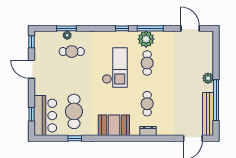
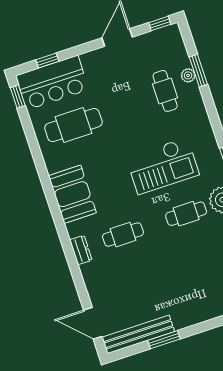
plant: (208, 78) -> (194, 316), removed
window: (216, 100) -> (164, 340), width x0.47
window: (75, 138) -> (18, 97), moved

